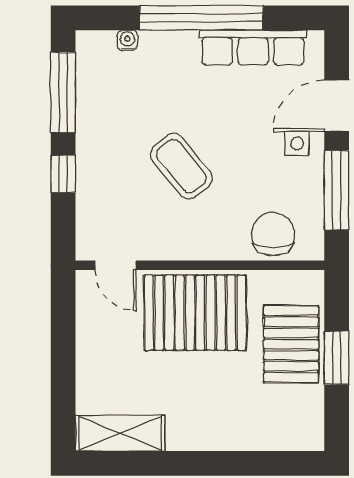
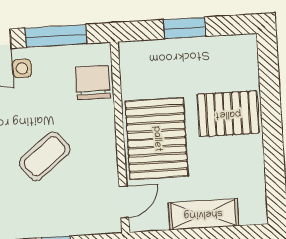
chair: (273, 234) -> (93, 83), turned 90
pallet: (291, 344) -> (228, 114), moved
shelving: (120, 433) -> (203, 214), moved, turned 90

